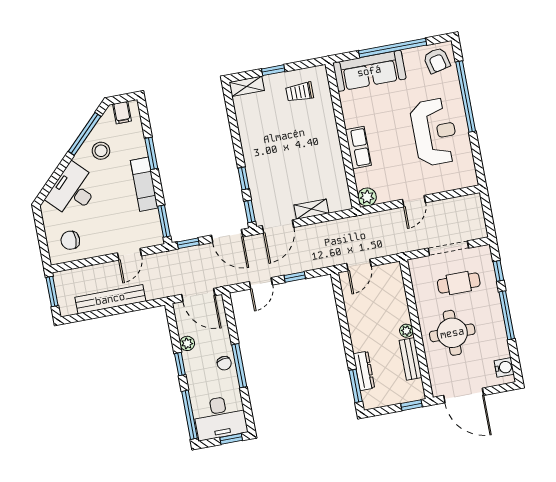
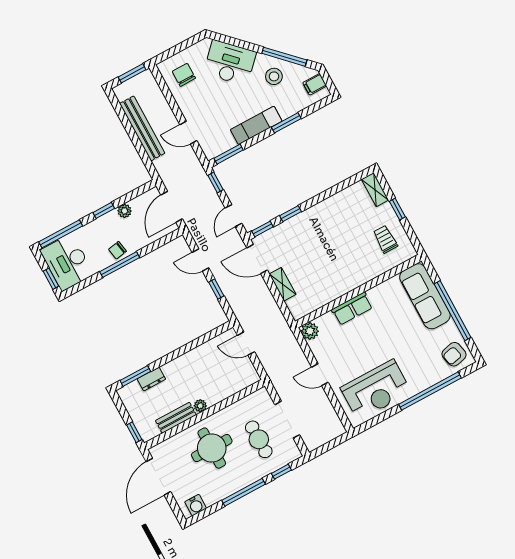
reception desk: (434, 132) -> (376, 390), moved
door: (227, 236) -> (234, 216), width x0.73
dresser: (364, 371) -> (151, 379), width x0.70

